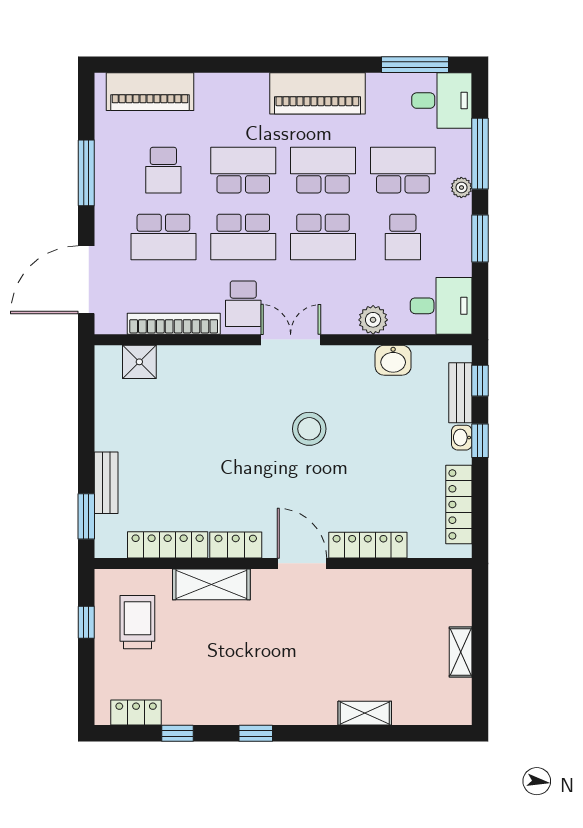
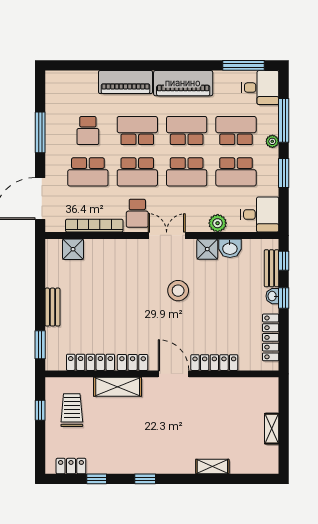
piano: (150, 92) -> (125, 82), moved
school desk: (403, 237) -> (236, 172), width x1.85
shower: (356, 362) -> (207, 249), added
bench: (106, 483) -> (53, 307), moved

